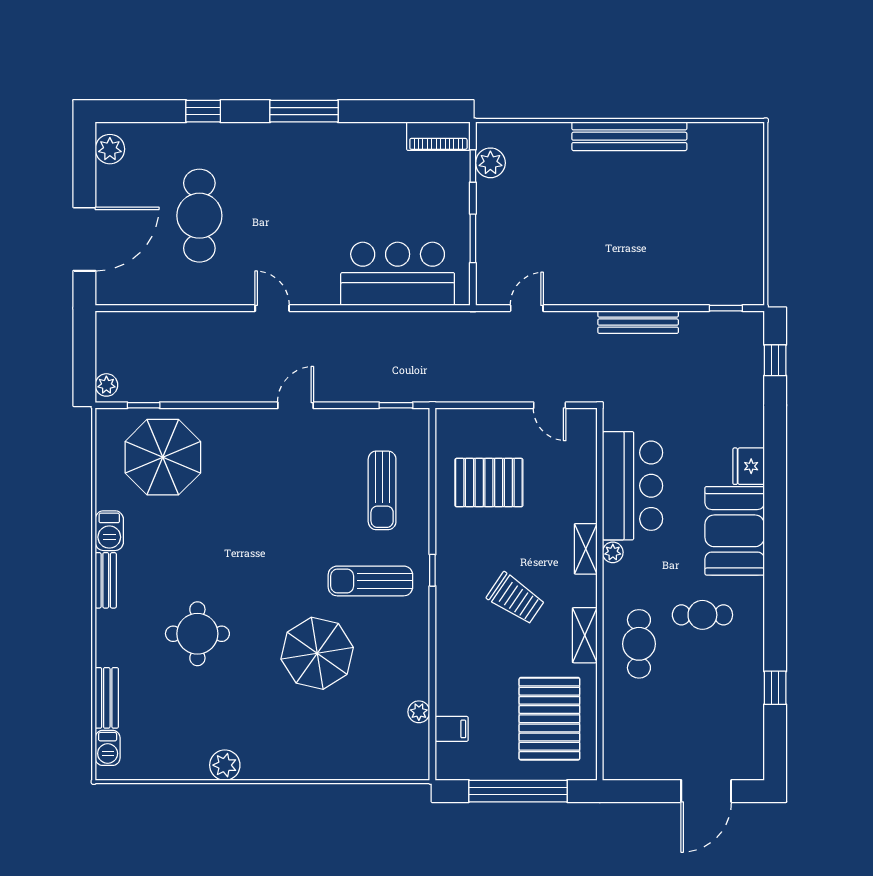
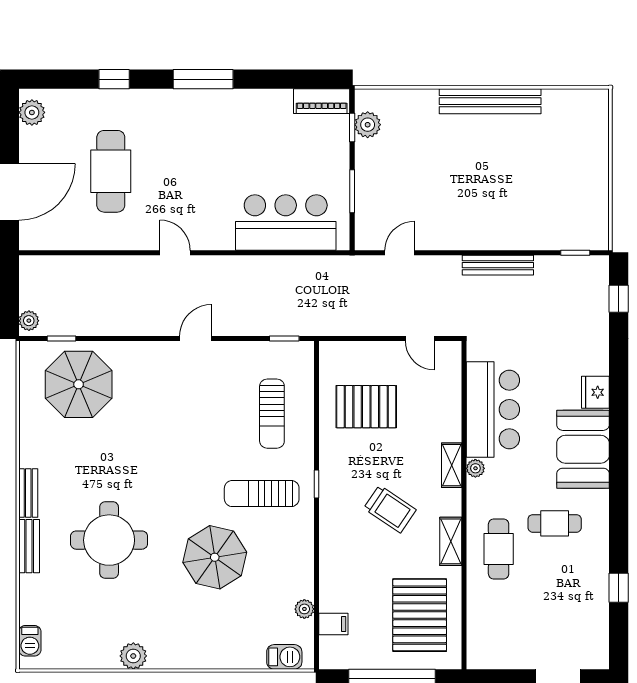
barbecue: (109, 531) -> (284, 657), moved, turned -90
round table: (197, 634) -> (109, 540), width x1.36, depth x1.36
bench: (107, 698) -> (29, 546), moved

